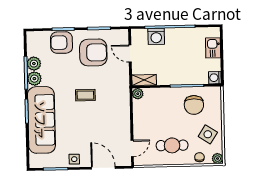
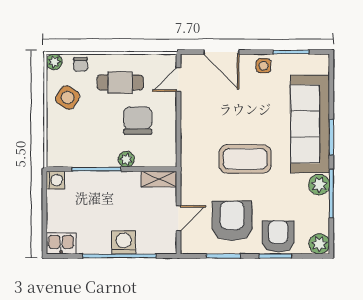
washing machine: (156, 36) -> (124, 242), moved
armchair: (62, 43) -> (278, 236), turned -90
kitchen sink: (213, 48) -> (61, 243), moved, turned -90
armchair: (93, 52) -> (232, 221), turned 90
door: (130, 54) -> (178, 218), hinge flipped
plant: (34, 64) -> (319, 244), moved
plant: (138, 94) -> (126, 159), moved
coffee table: (85, 95) -> (245, 159), width x1.86, depth x1.72
chair: (194, 105) -> (138, 121), moved

